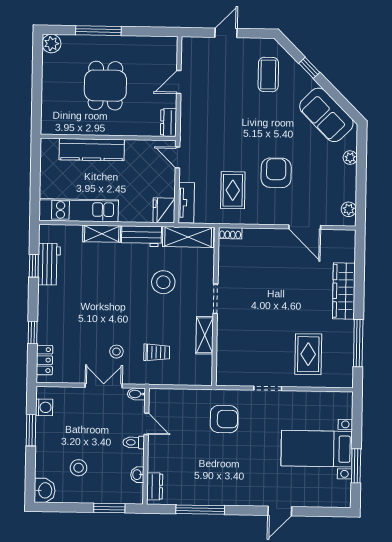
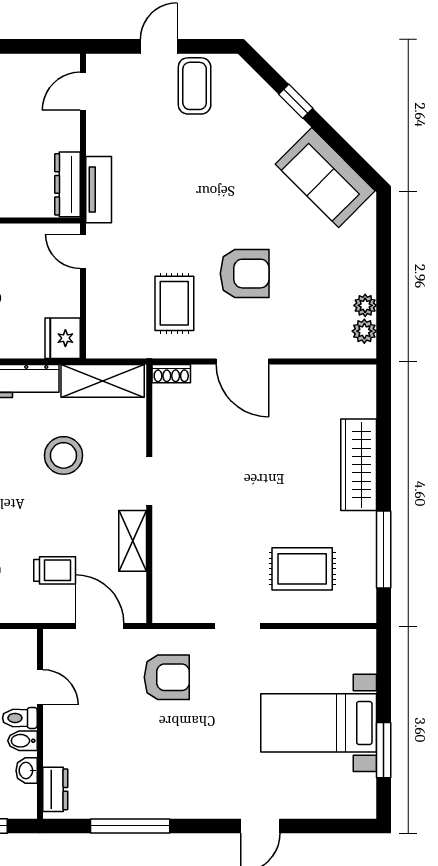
coffee table: (268, 74) -> (195, 86), moved
door: (179, 82) -> (83, 91), moved
dresser: (169, 122) -> (67, 184), width x1.44
plant: (350, 158) -> (365, 305), moved
armchair: (276, 173) -> (245, 274), turned 90
tv unit: (186, 203) -> (99, 190), moved
door: (305, 227) -> (242, 361), moved
rug: (308, 354) -> (302, 569), turned 90
door: (184, 387) -> (100, 626), added
bidet: (136, 394) -> (22, 741), moved

